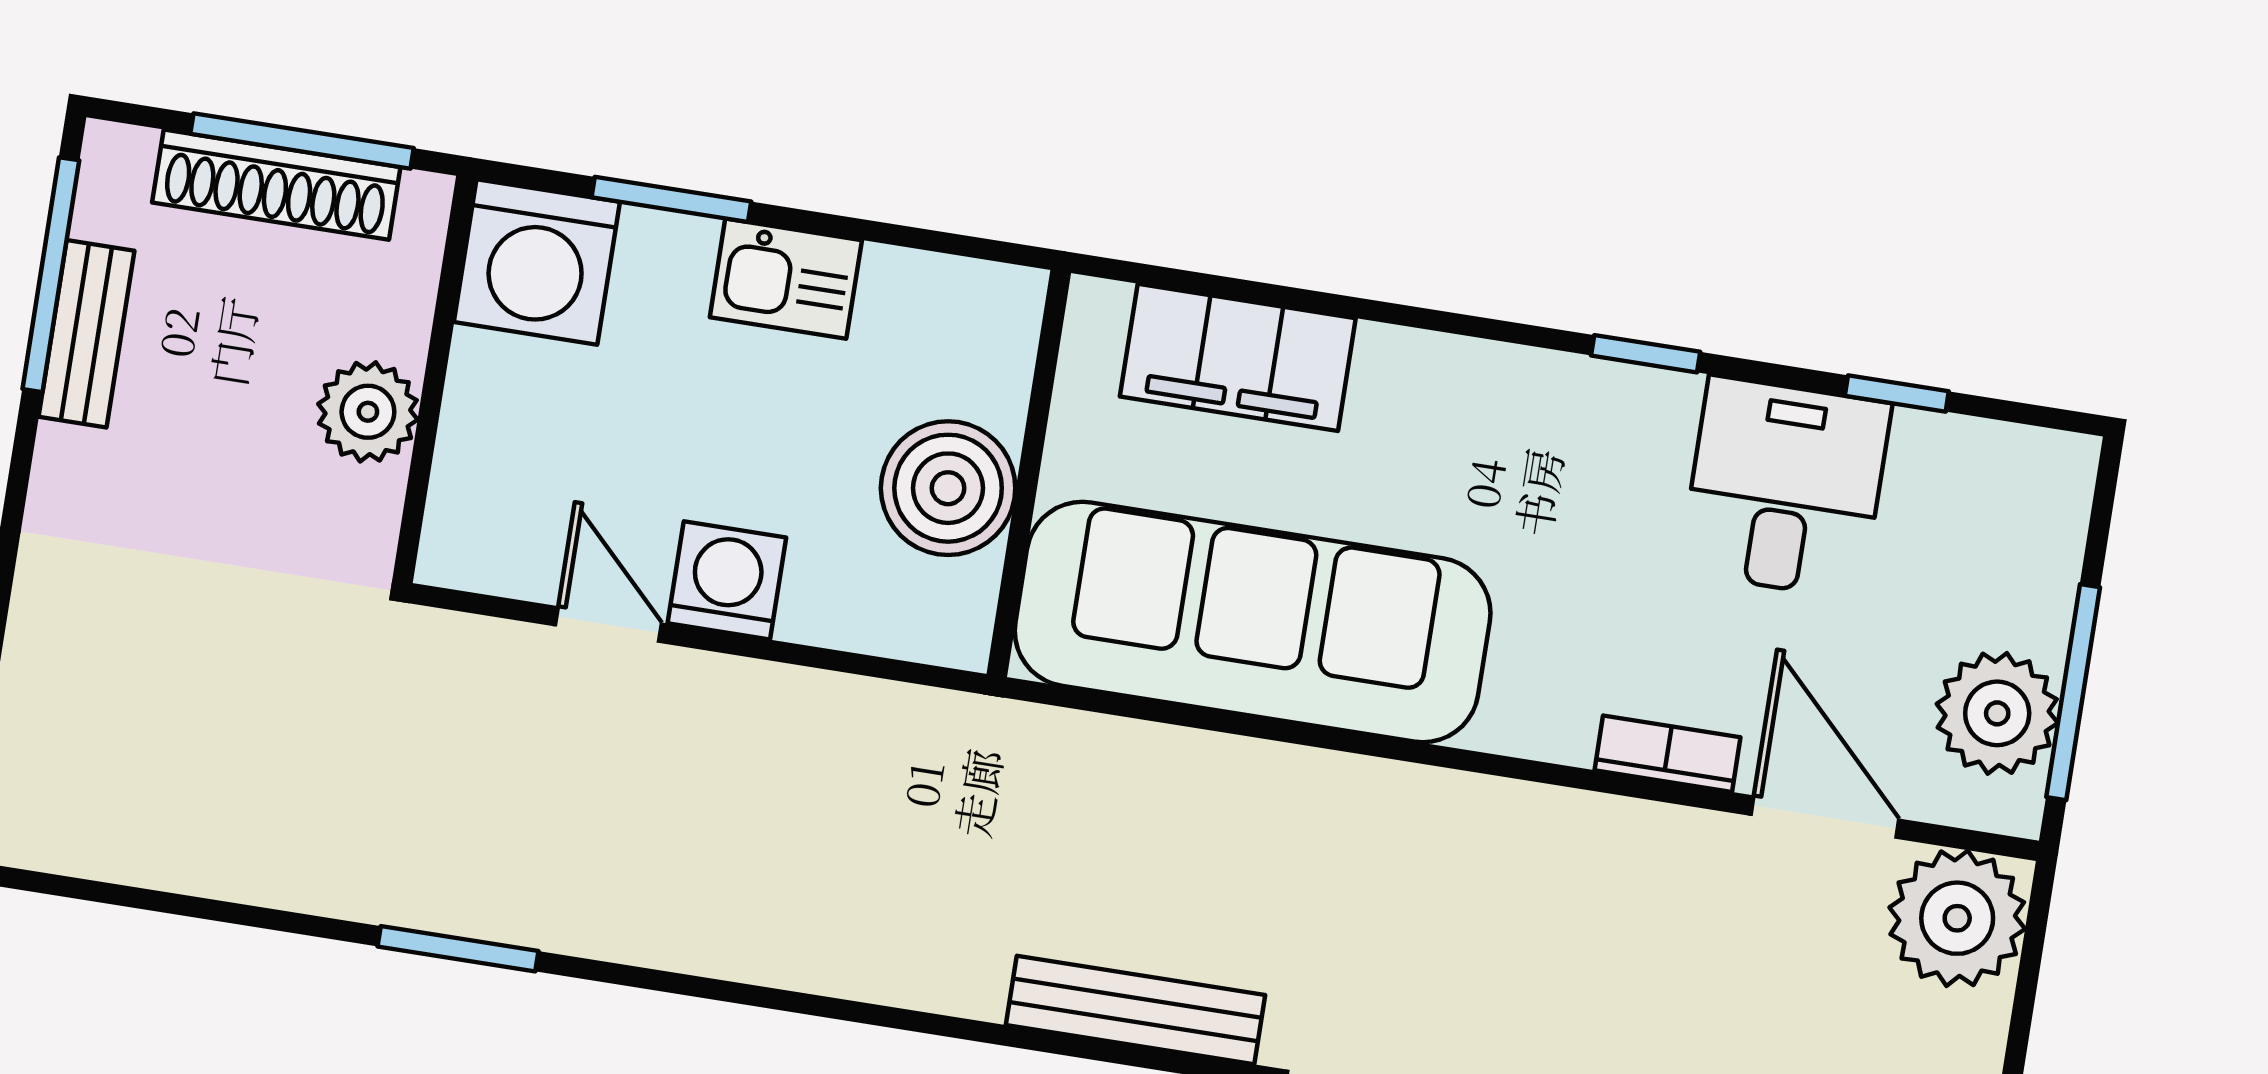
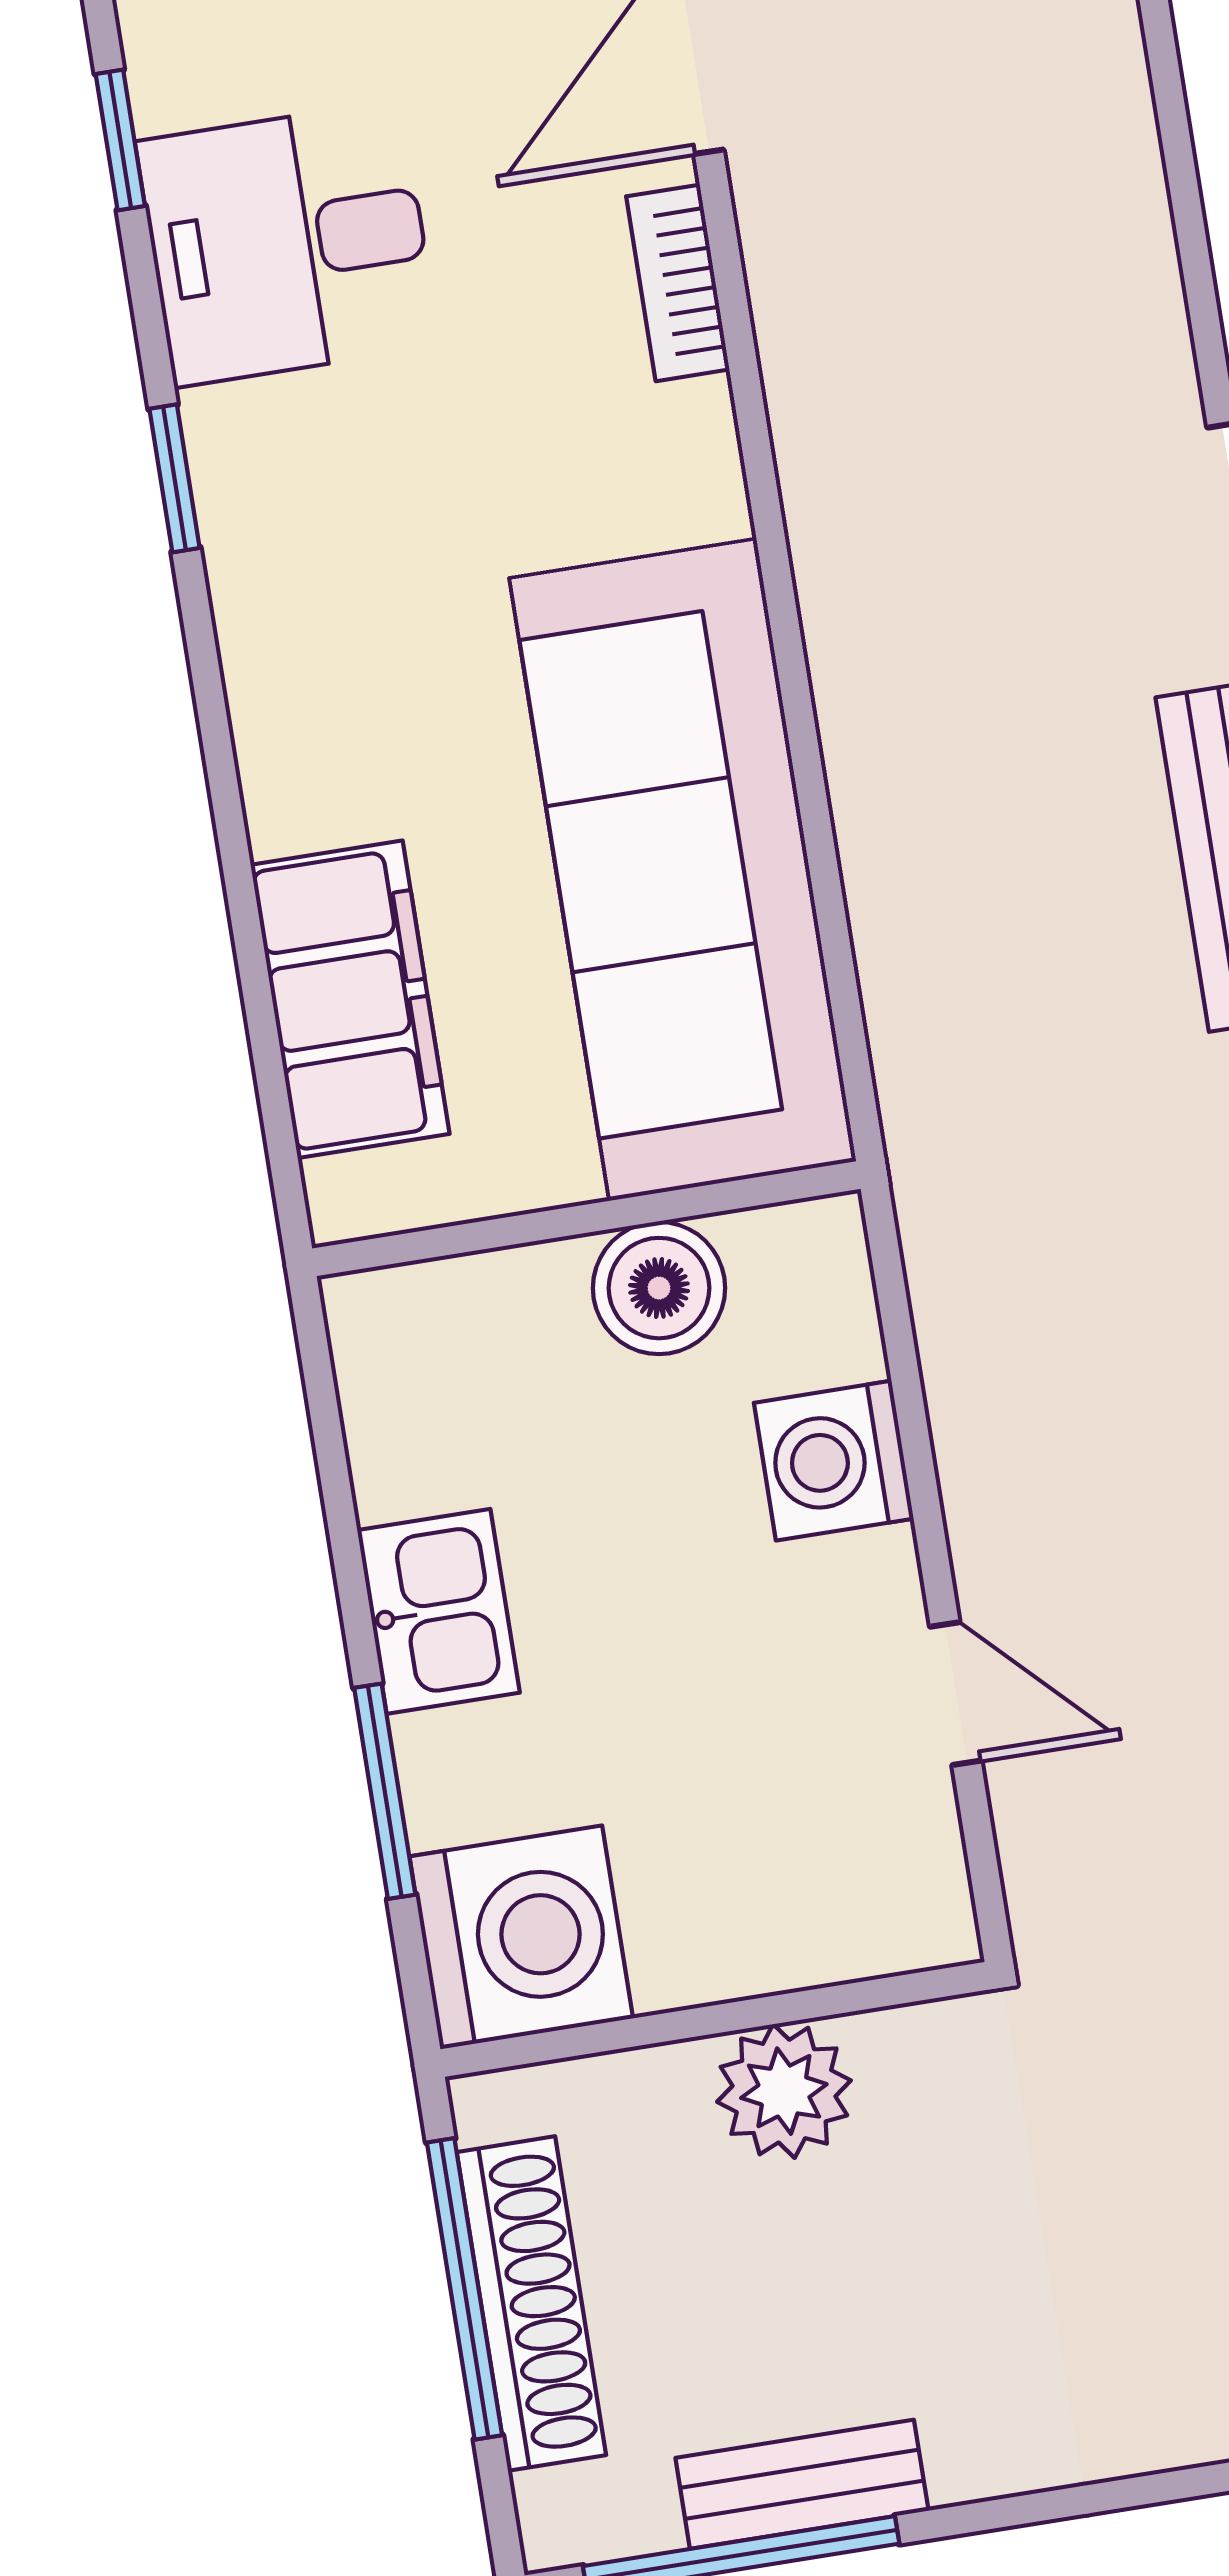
boiler: (948, 488) -> (659, 1288), width x0.73, depth x0.73
washing machine: (727, 580) -> (834, 1461), moved
door: (609, 625) -> (956, 1694), swing flipped

